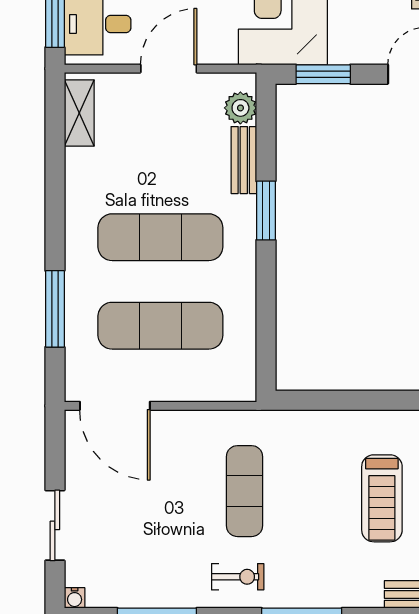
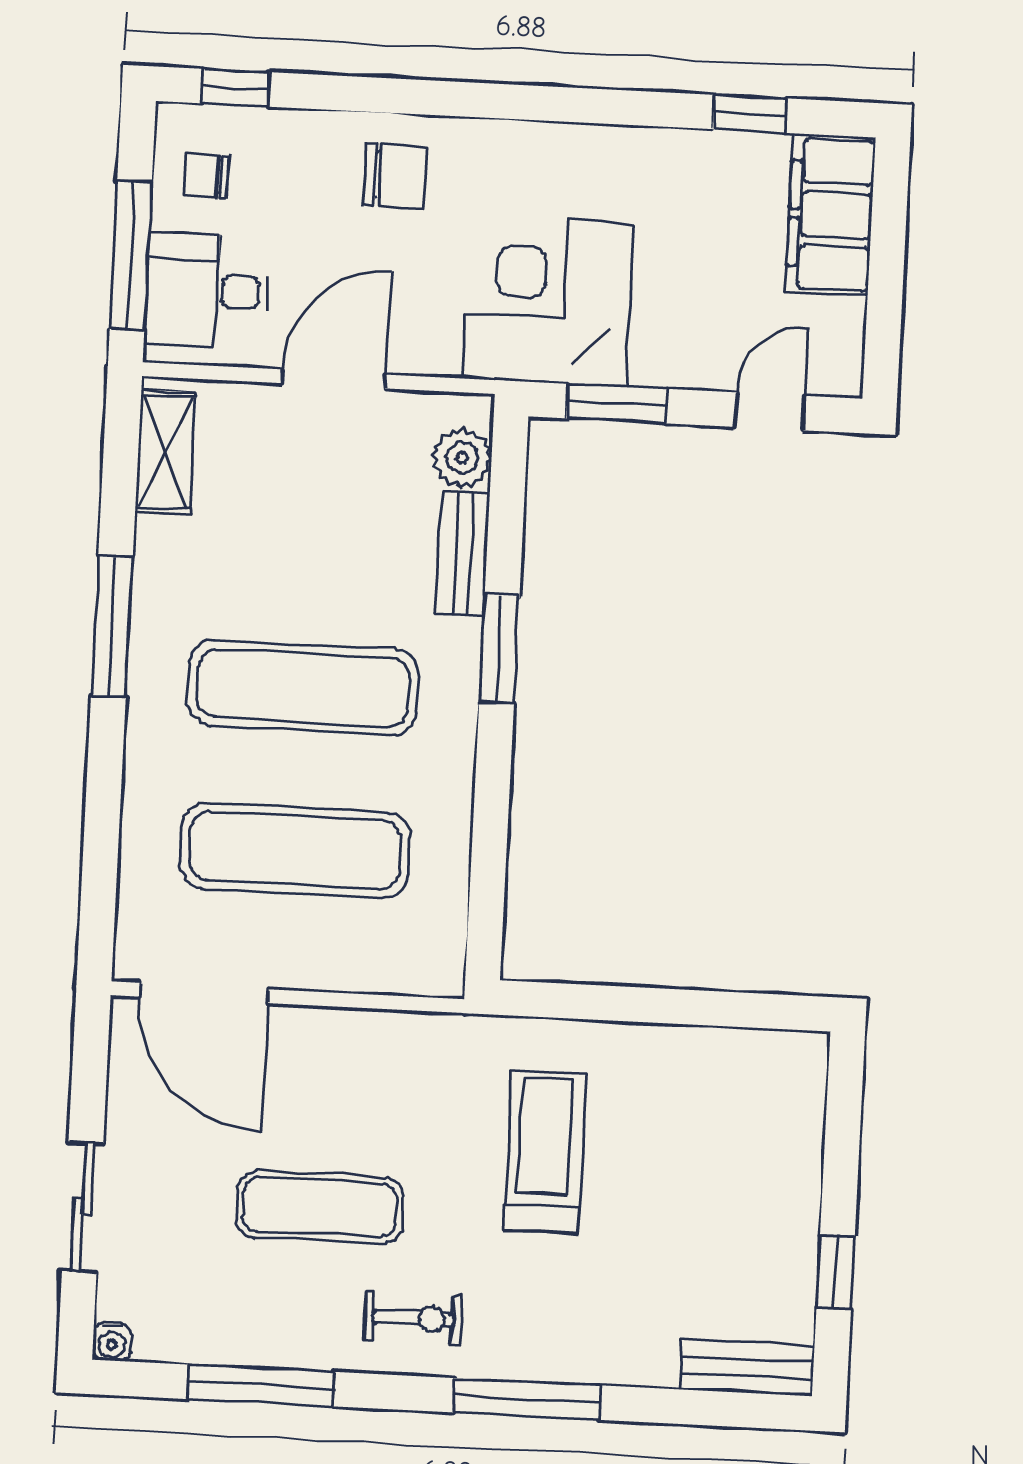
window: (55, 309) -> (112, 626), moved
exercise mat: (245, 491) -> (320, 1208), moved, turned 90
treadmill: (382, 498) -> (545, 1152), moved, turned 180

